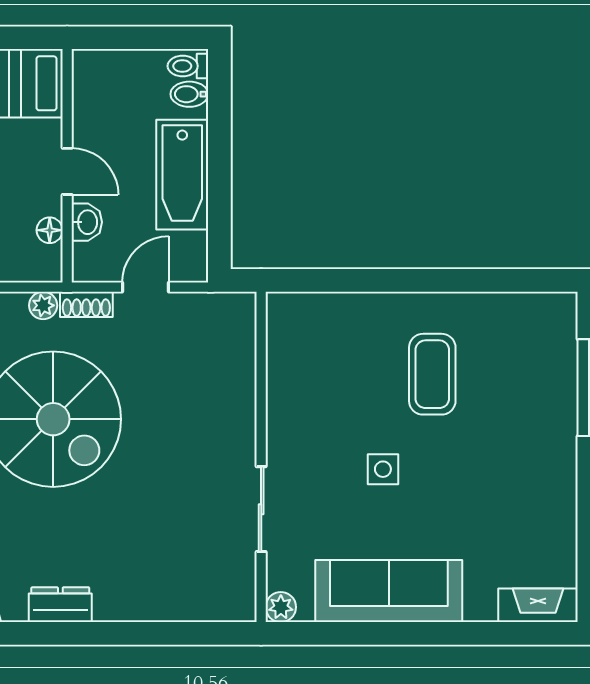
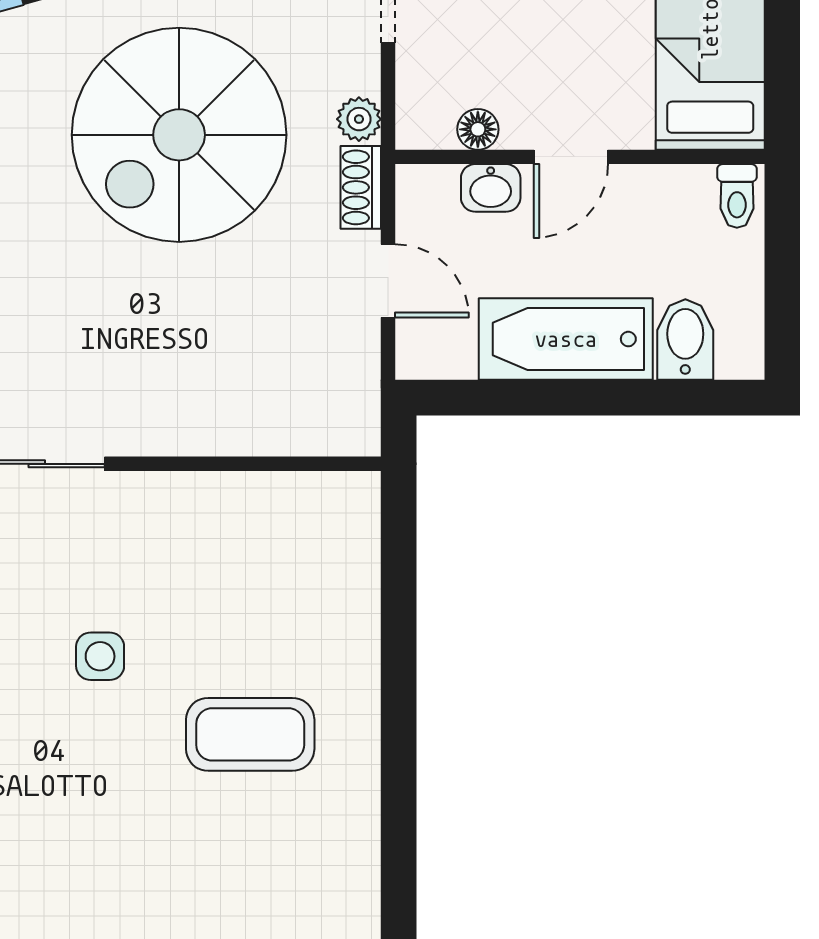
toilet: (188, 66) -> (737, 196), moved, turned 180
bidet: (189, 94) -> (685, 340), width x1.38, depth x1.36

